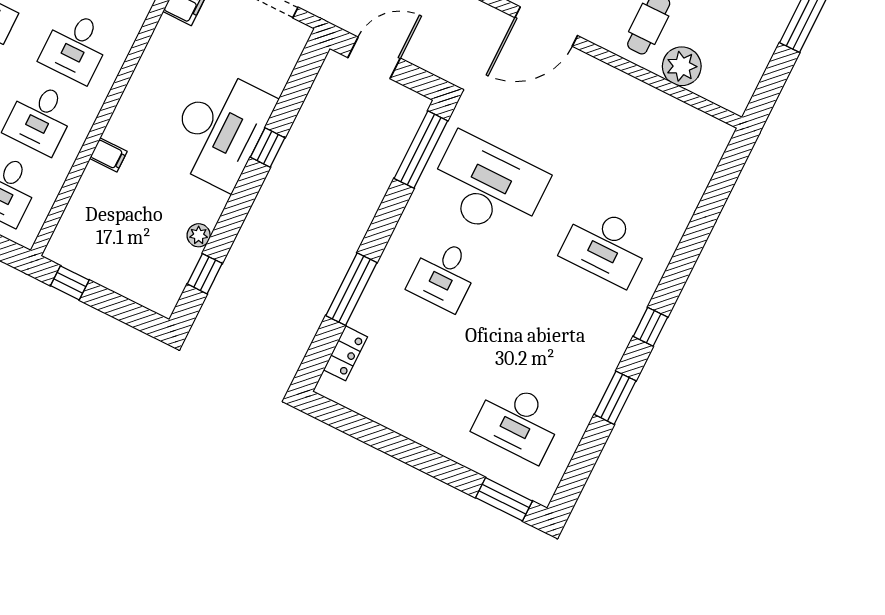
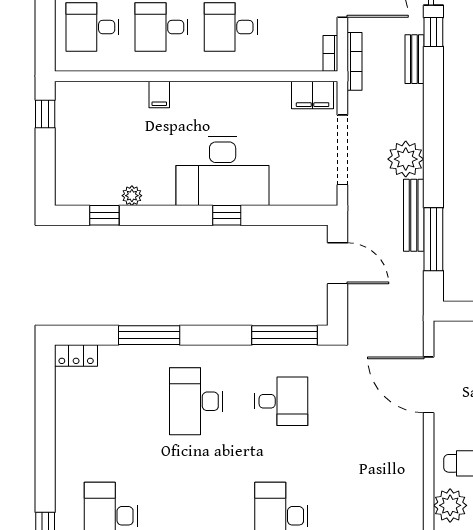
desk: (488, 187) -> (281, 401), width x0.53, depth x0.77
desk: (444, 275) -> (196, 401), width x1.37
locker: (346, 353) -> (76, 355), moved

